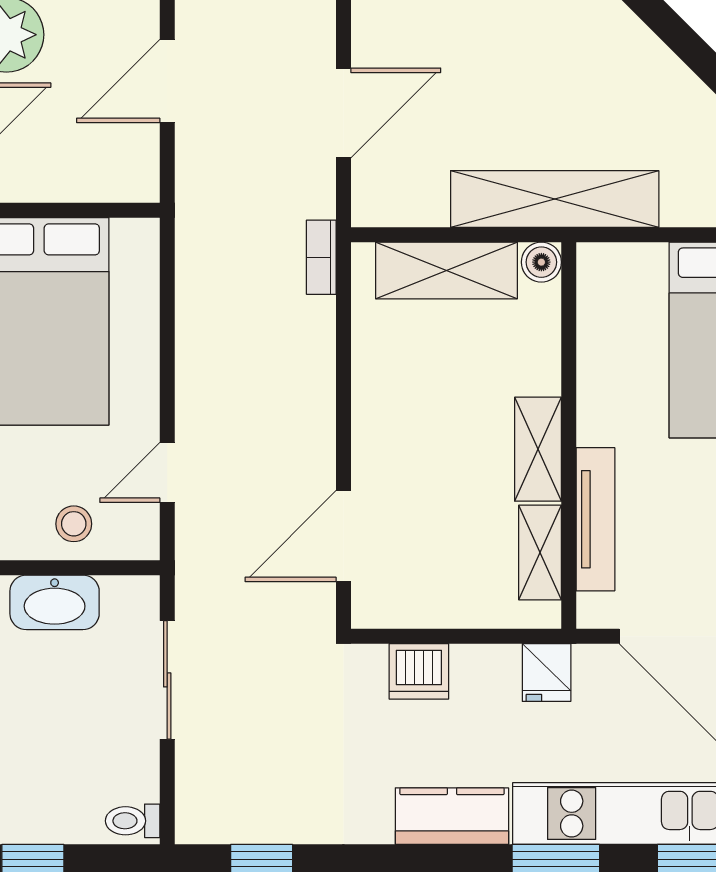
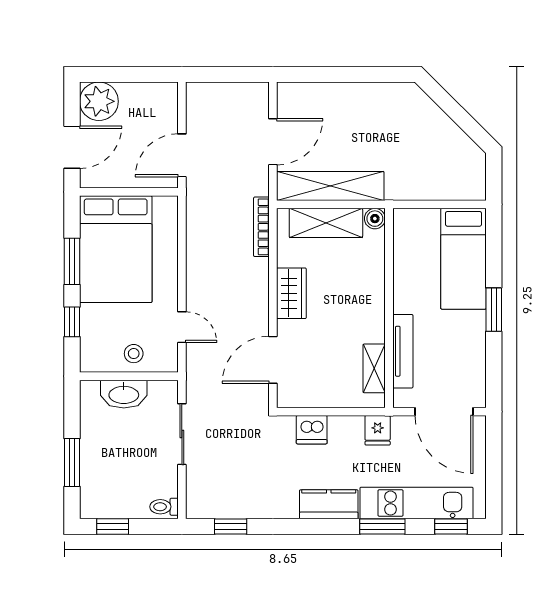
door: (167, 81) -> (182, 155), moved
shelving: (555, 199) -> (330, 186), moved
bookcase: (321, 257) -> (261, 227), width x1.56
wardrobe: (379, 407) -> (291, 293), added
shelving: (538, 449) -> (373, 315), removed
door: (167, 472) -> (182, 327), swing flipped

